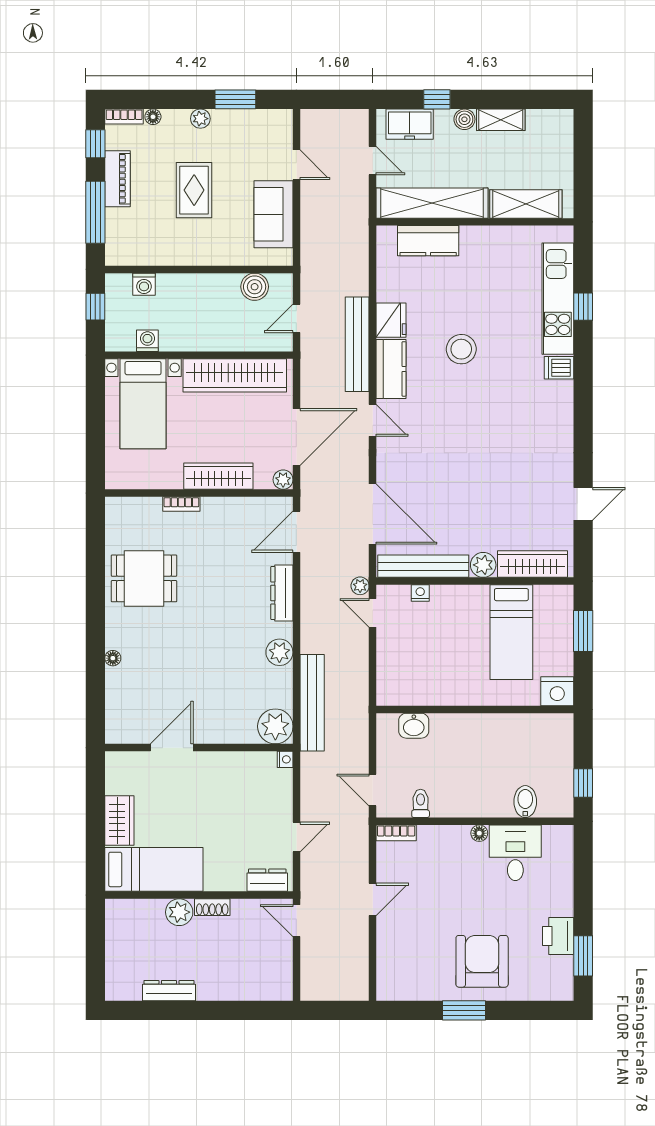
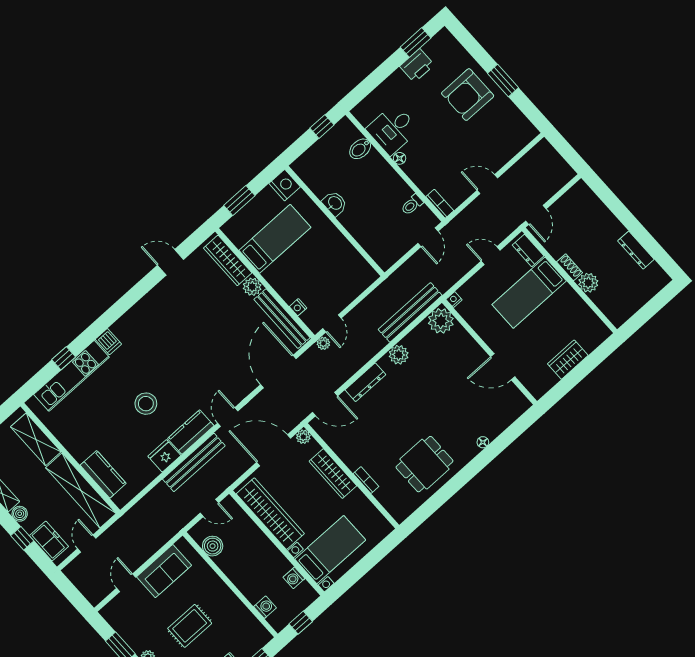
dining table: (144, 578) -> (424, 464), turned 90
washbasin: (414, 726) -> (335, 203), moved
bed: (154, 869) -> (529, 293), moved, turned -90

